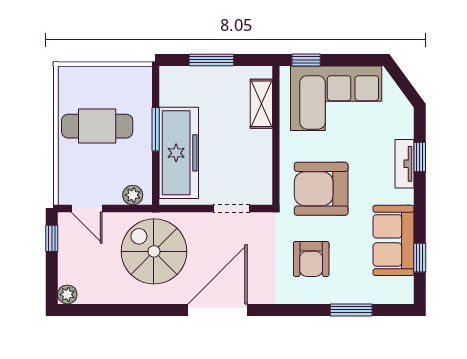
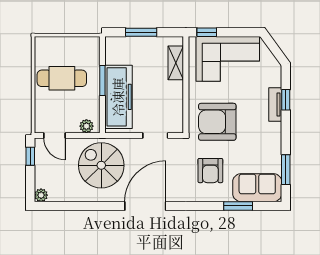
sofa: (394, 240) -> (257, 188), moved, turned 90
window: (420, 258) -> (286, 170), width x1.50

